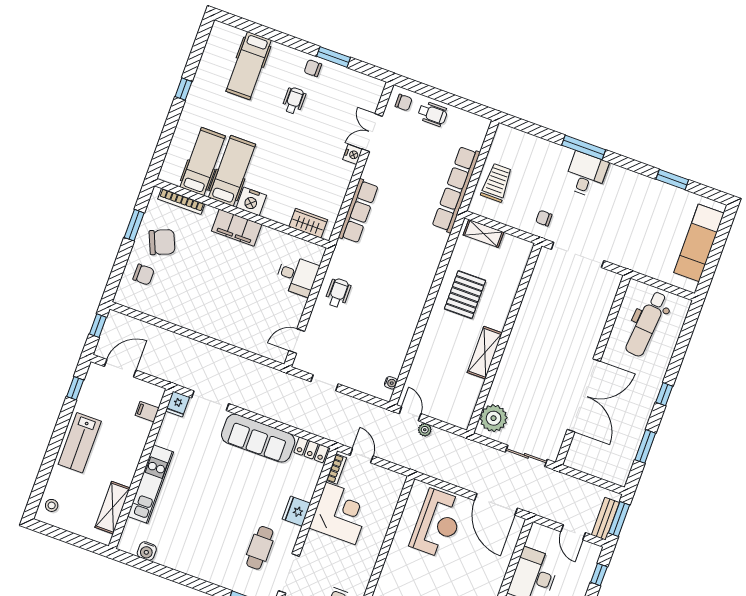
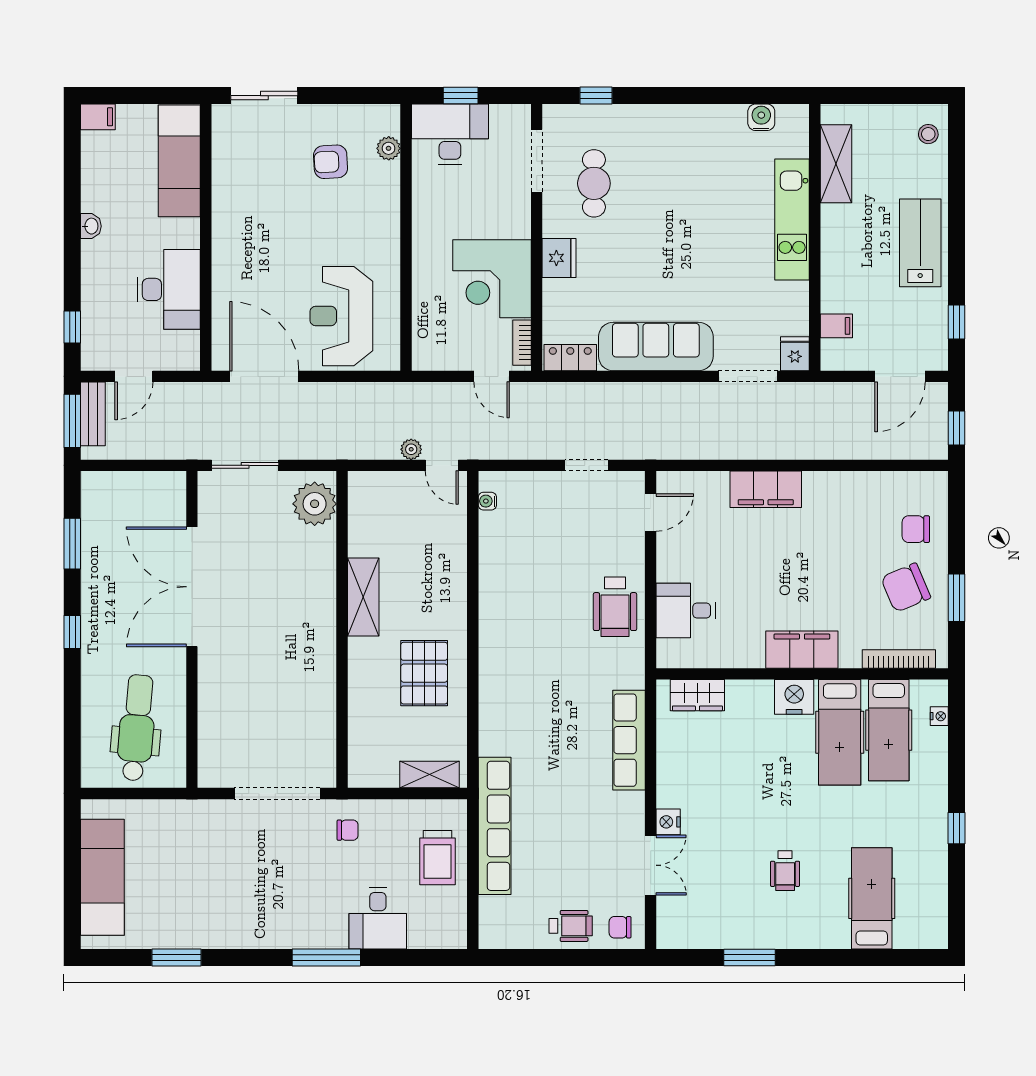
chair: (313, 68) -> (774, 929), removed
wheelchair: (433, 114) -> (571, 926), turned 180
nightstand: (170, 159) -> (939, 716), added
desk: (586, 175) -> (378, 918), moved
wheelchair: (338, 293) -> (615, 607), width x1.36, depth x1.37
filing cabinet: (224, 330) -> (766, 489), added
door: (573, 532) -> (134, 376), swing flipped

